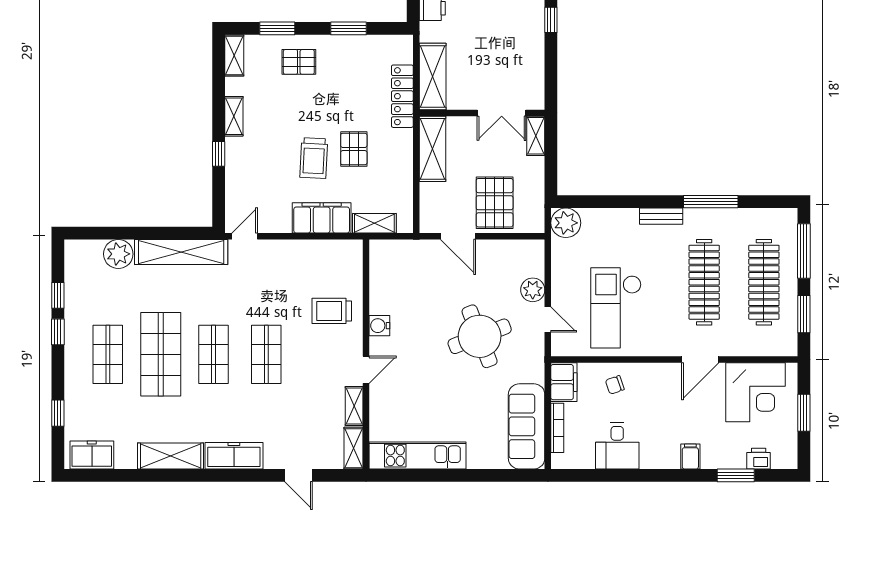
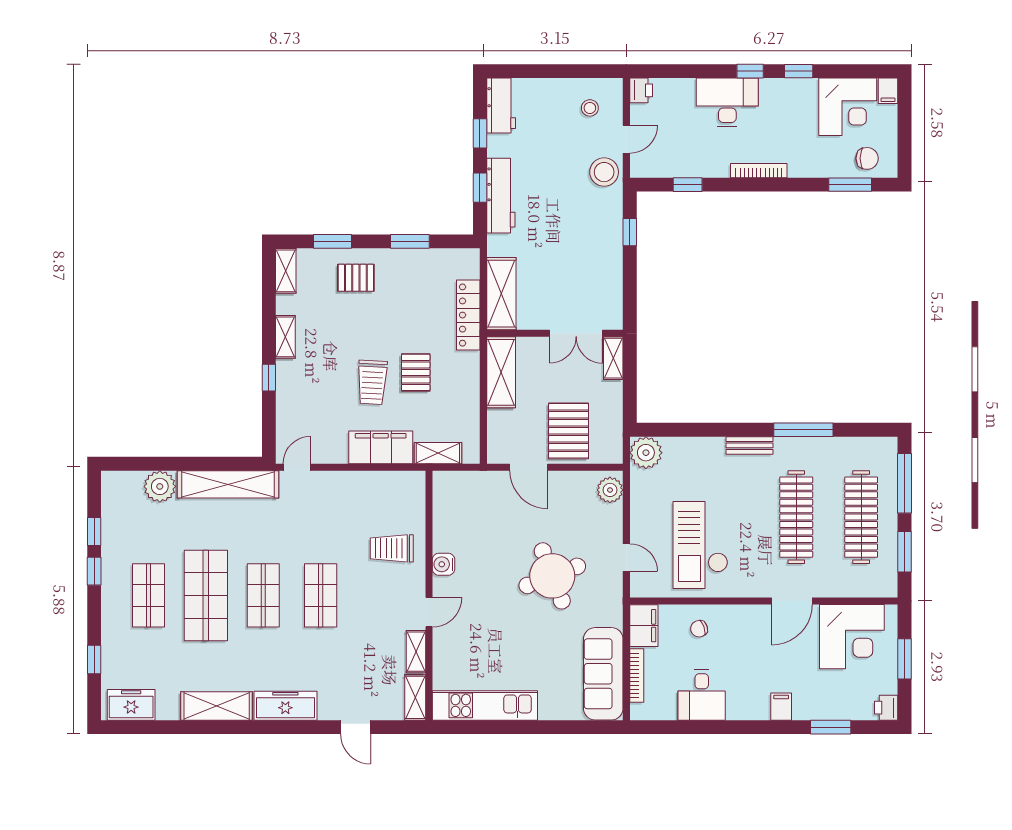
plant: (533, 290) -> (610, 490), moved
printer: (759, 459) -> (886, 708), moved, turned -90

